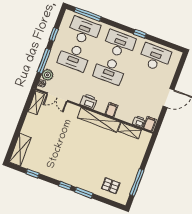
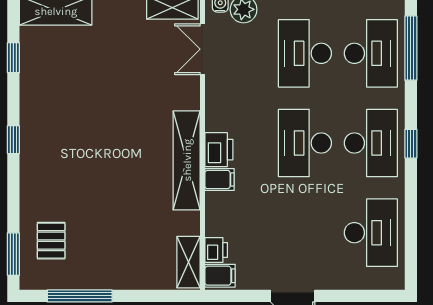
window: (140, 34) -> (411, 144), moved
printer: (89, 101) -> (219, 150), moved
shelving: (130, 131) -> (189, 262), moved
window: (84, 193) -> (13, 254), moved

